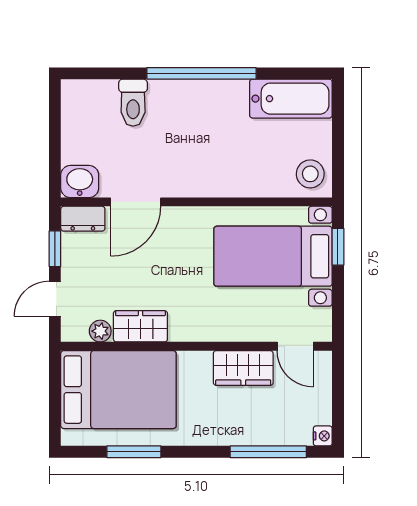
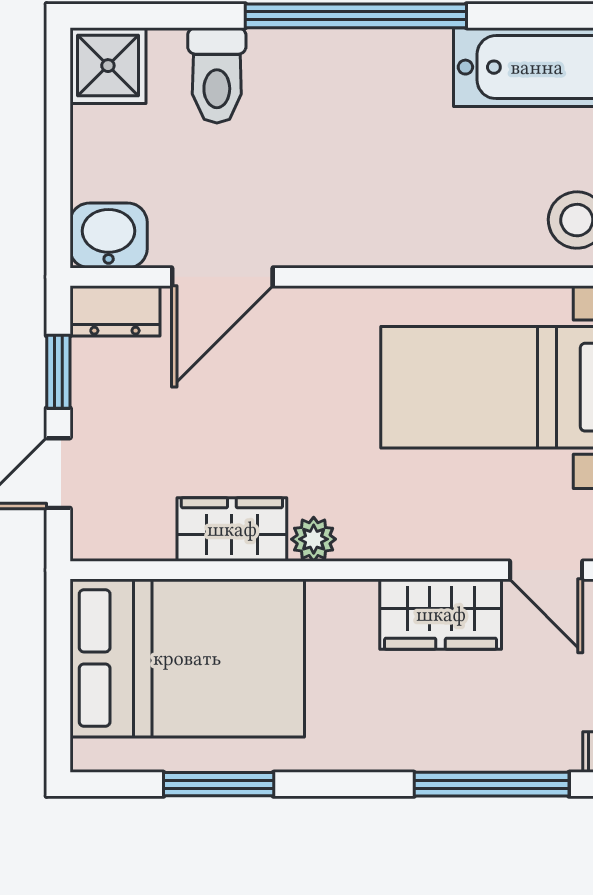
shower: (79, 98) -> (108, 66), added
plant: (100, 331) -> (314, 539), moved

